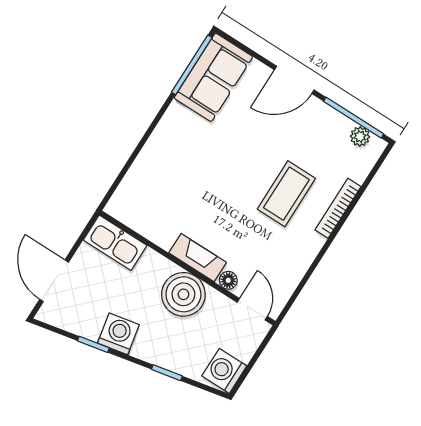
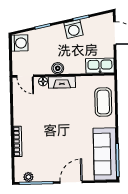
sofa: (213, 77) -> (105, 154), width x1.36
coffee table: (286, 194) -> (103, 102), moved
boiler: (183, 294) -> (58, 68), width x0.54, depth x0.54

